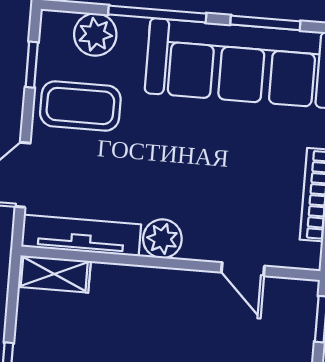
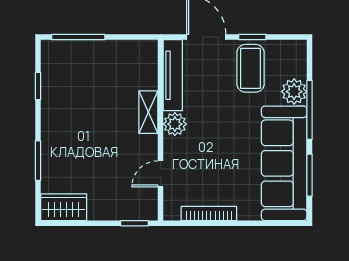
plant: (95, 34) -> (294, 92), moved
window: (32, 65) -> (252, 37), moved
shelving: (54, 274) -> (148, 112), moved

